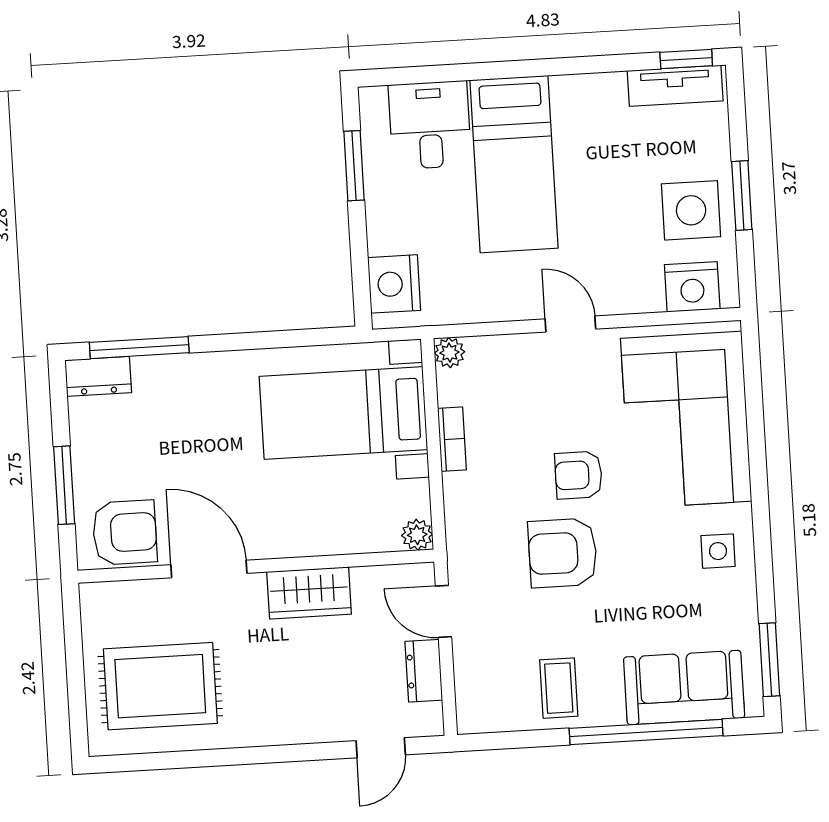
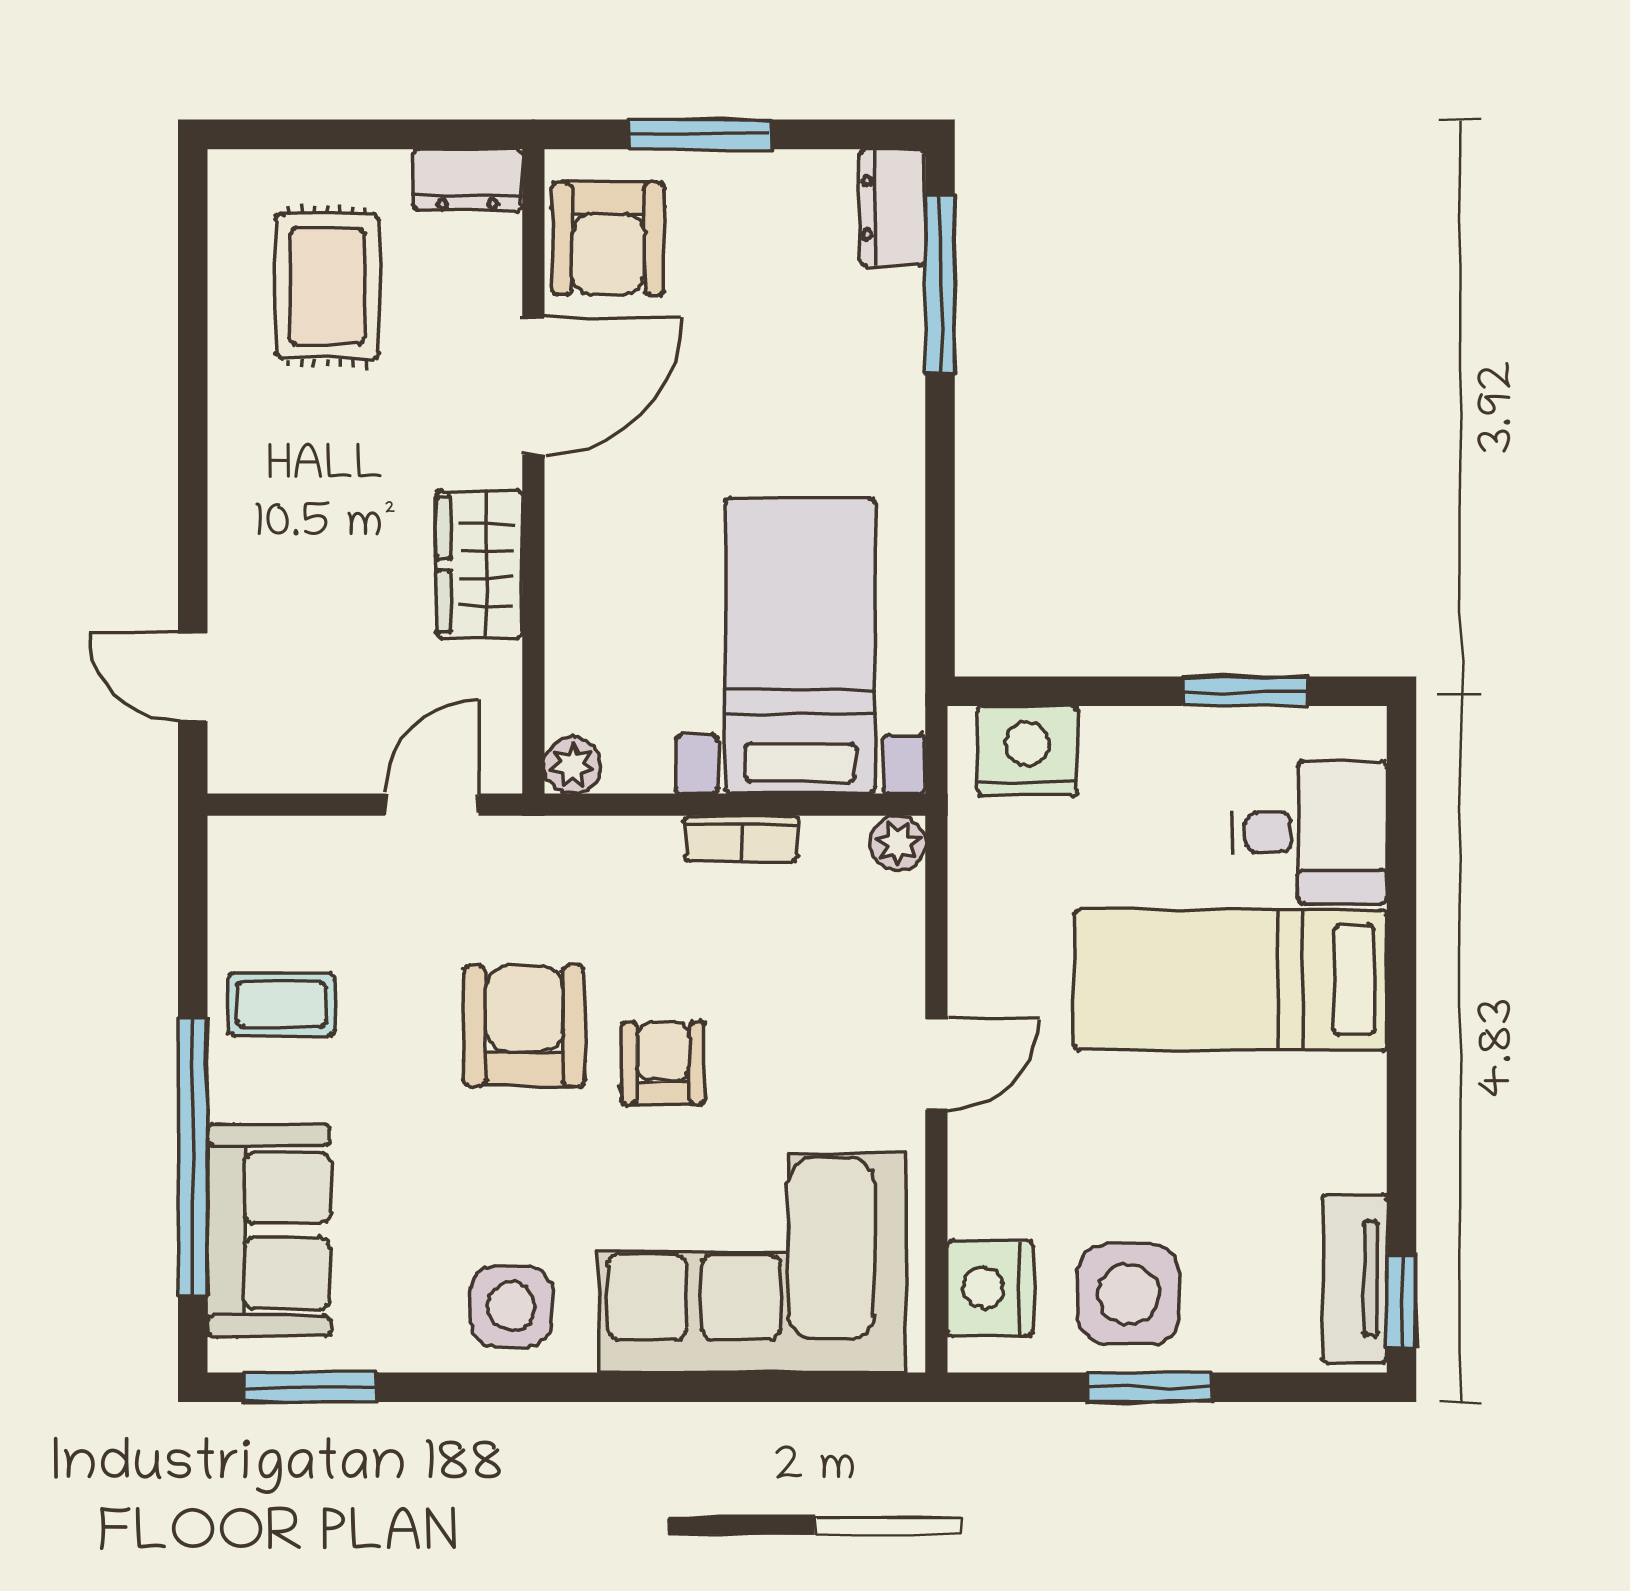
side table: (718, 551) -> (511, 1306), width x1.37, depth x1.37
dresser: (424, 671) -> (468, 180), moved, turned 180
rug: (160, 686) -> (327, 286), width x0.73, depth x0.70

